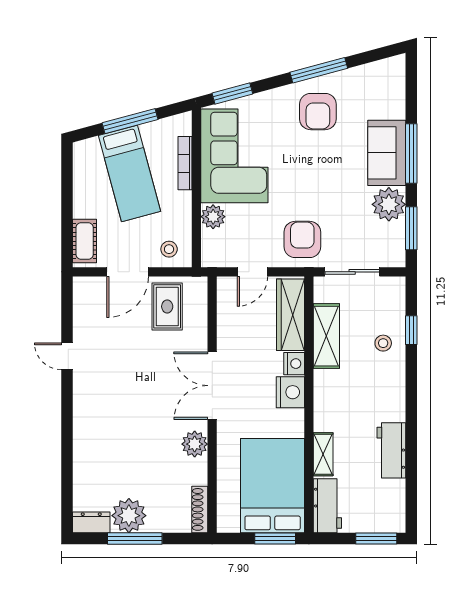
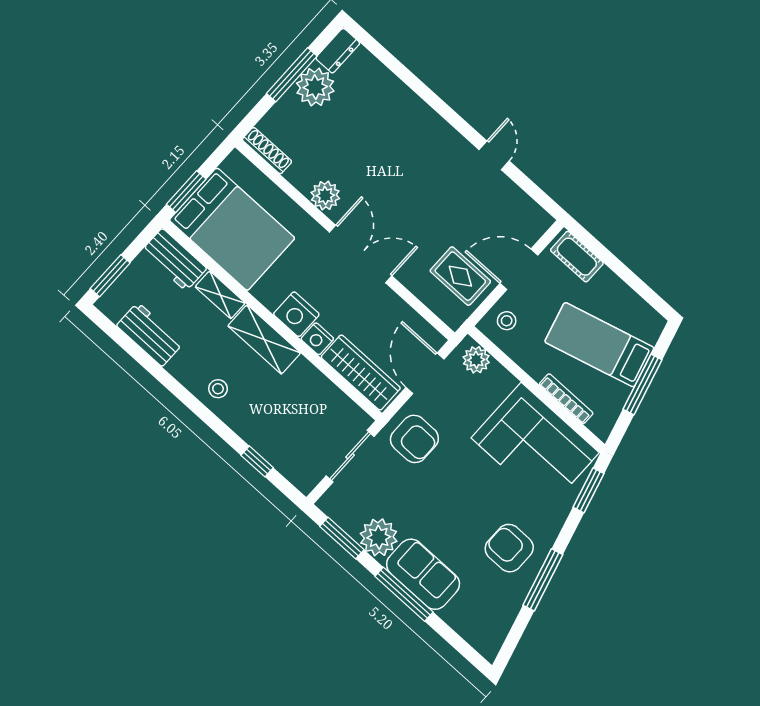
plant: (213, 217) -> (476, 360), moved
door: (128, 272) -> (519, 269), hinge flipped
door: (252, 272) -> (425, 373), width x1.38
shelving: (326, 336) -> (264, 339), moved
stool: (383, 343) -> (218, 389), moved
door: (67, 356) -> (494, 155), hinge flipped
workbench: (391, 450) -> (150, 334), moved

